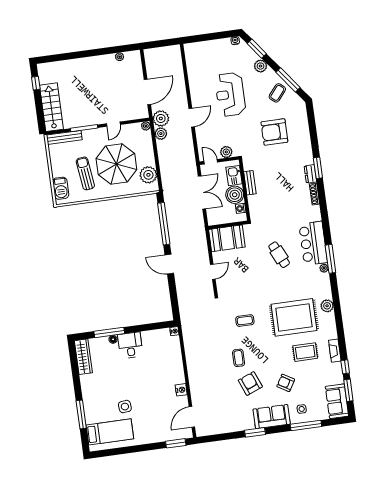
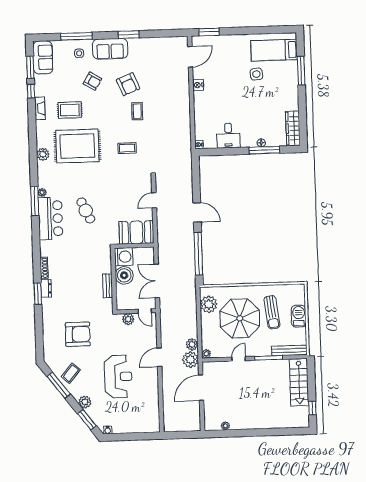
kitchen sink: (234, 176) -> (123, 295), removed
barbecue: (61, 188) -> (299, 316), moved
washing machine: (241, 208) -> (124, 257), width x1.89, depth x1.89
desk: (130, 345) -> (228, 136), moved

